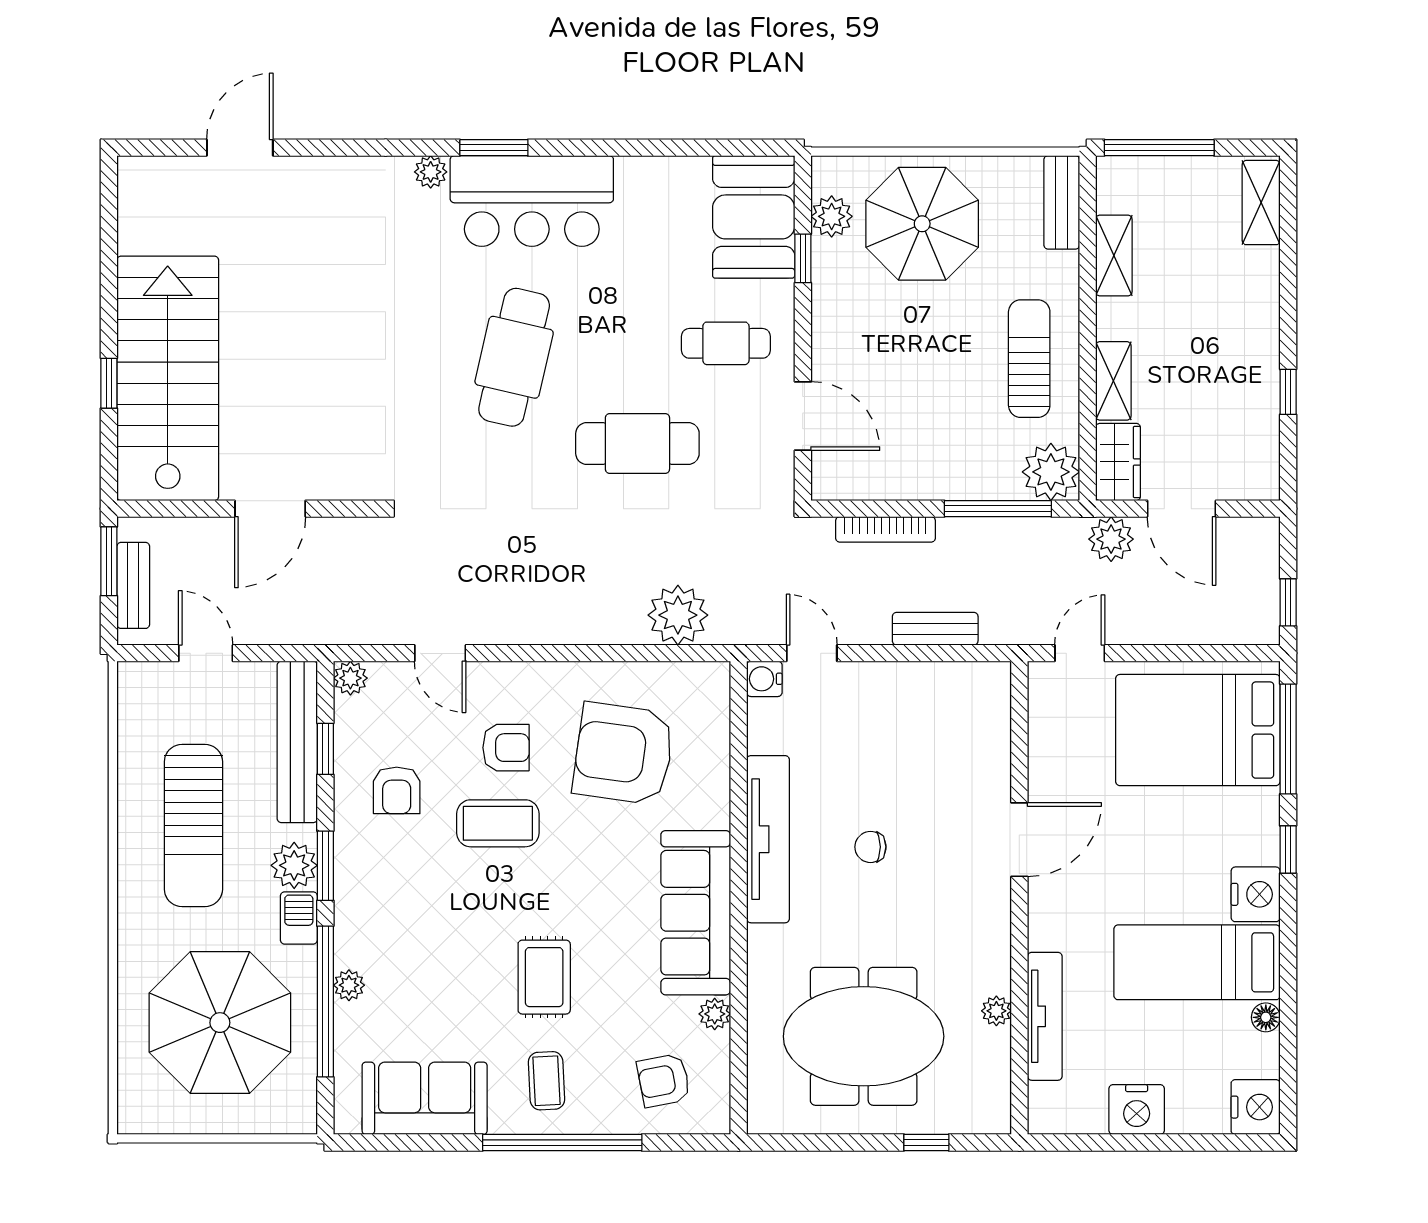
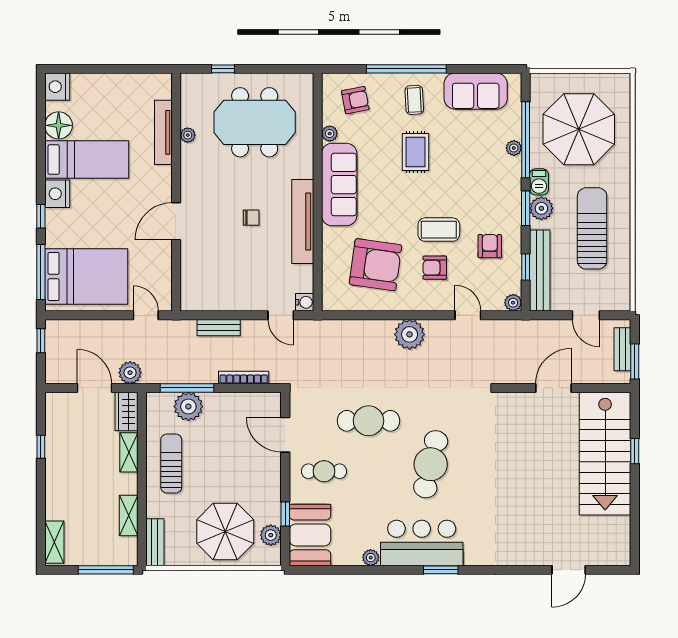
plant: (431, 172) -> (371, 558), moved
sun lounger: (1029, 359) -> (171, 464), turned 180
plant: (1051, 472) -> (188, 406), moved
plant: (678, 615) -> (410, 334), moved
door: (1080, 653) -> (146, 315), swing flipped
floor lamp: (1266, 1017) -> (59, 125), width x1.89, depth x1.89
nightstand: (1137, 1110) -> (117, 85), removed

